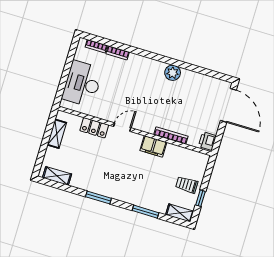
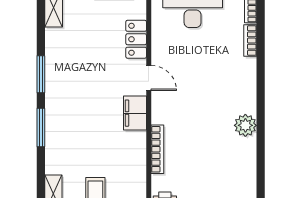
filing cabinet: (153, 146) -> (135, 113), moved
window: (146, 212) -> (41, 128), moved

